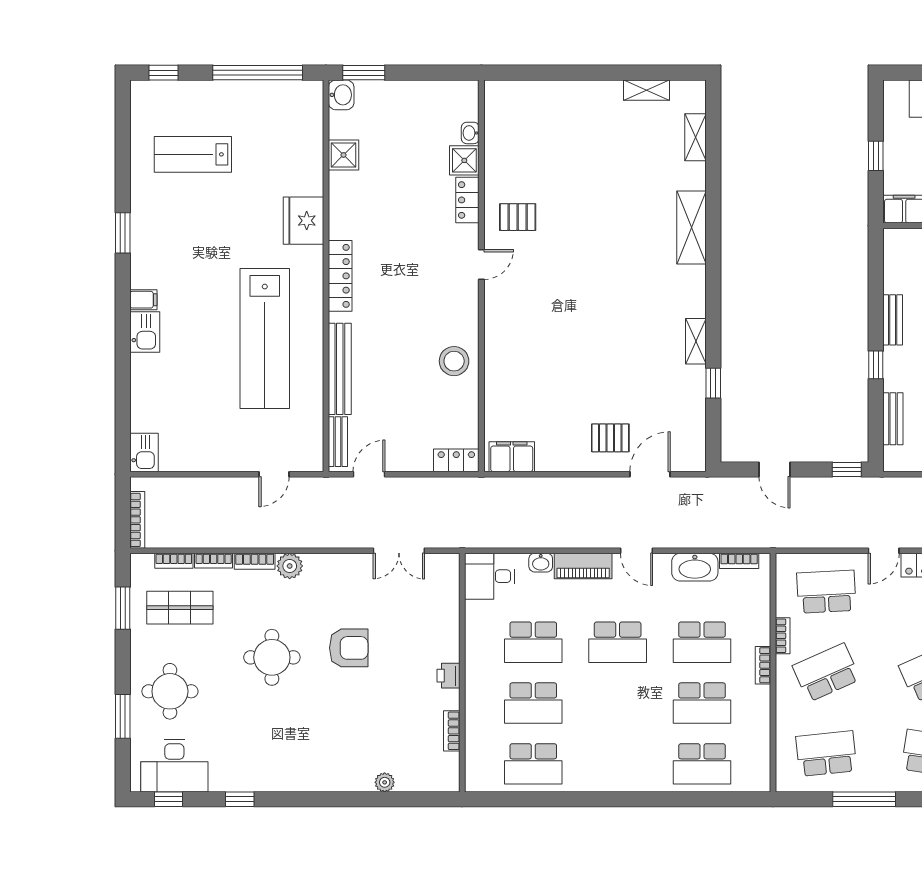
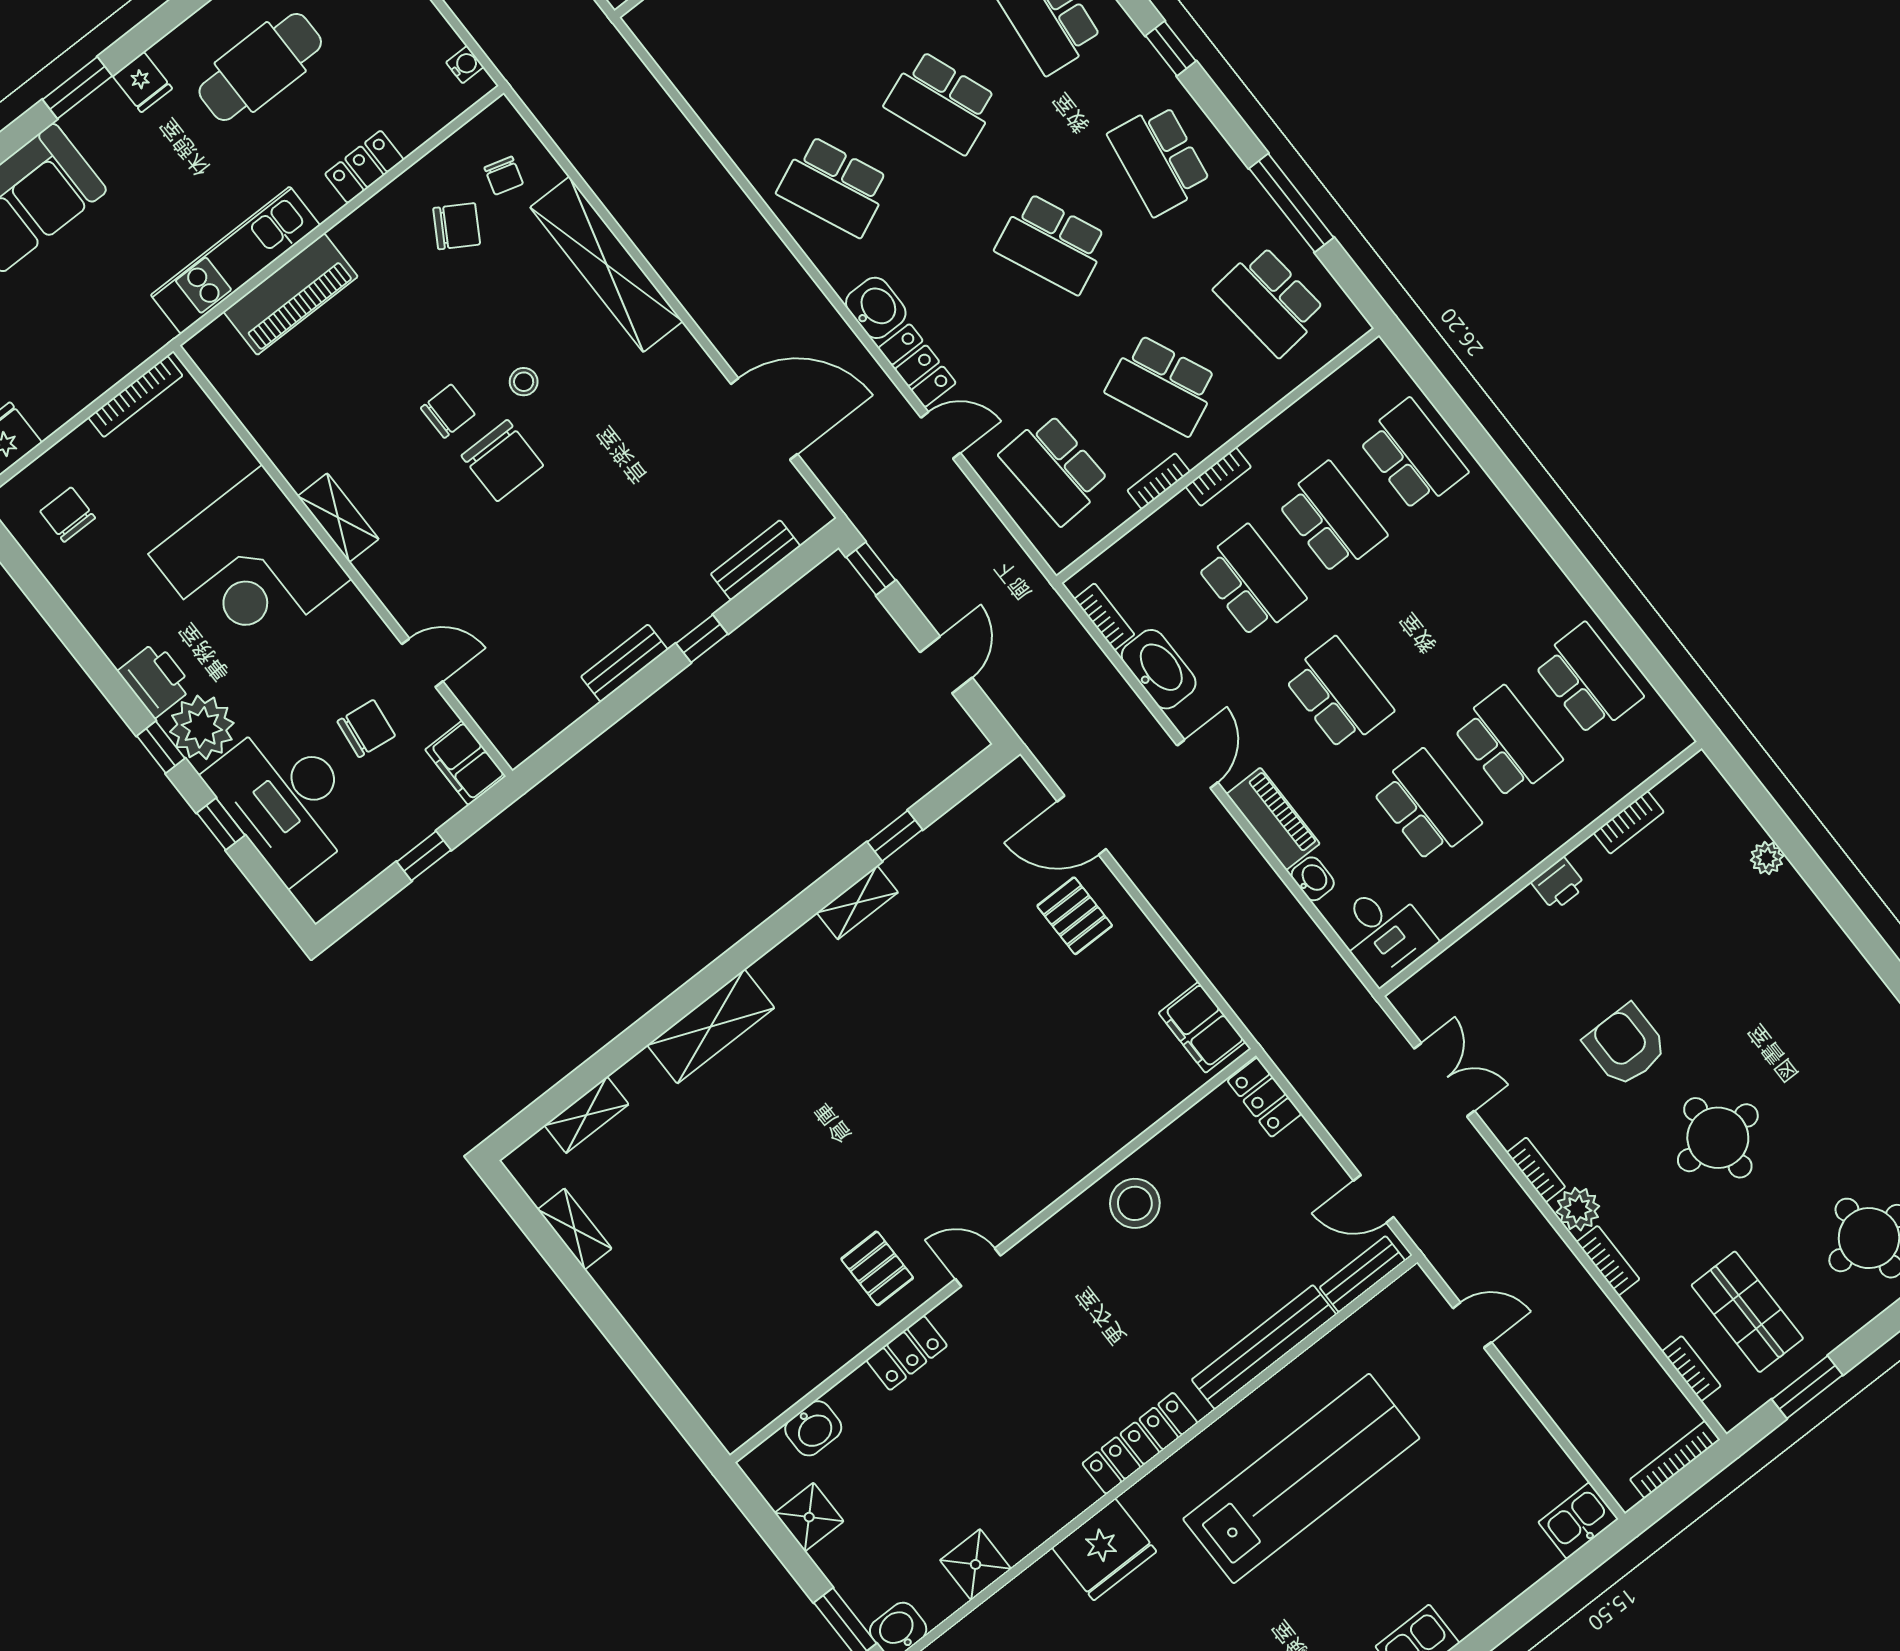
washbasin: (470, 133) -> (813, 1428), width x1.38, depth x1.45
shower: (464, 160) -> (809, 1517), moved
bookcase: (214, 561) -> (1536, 1170), moved

